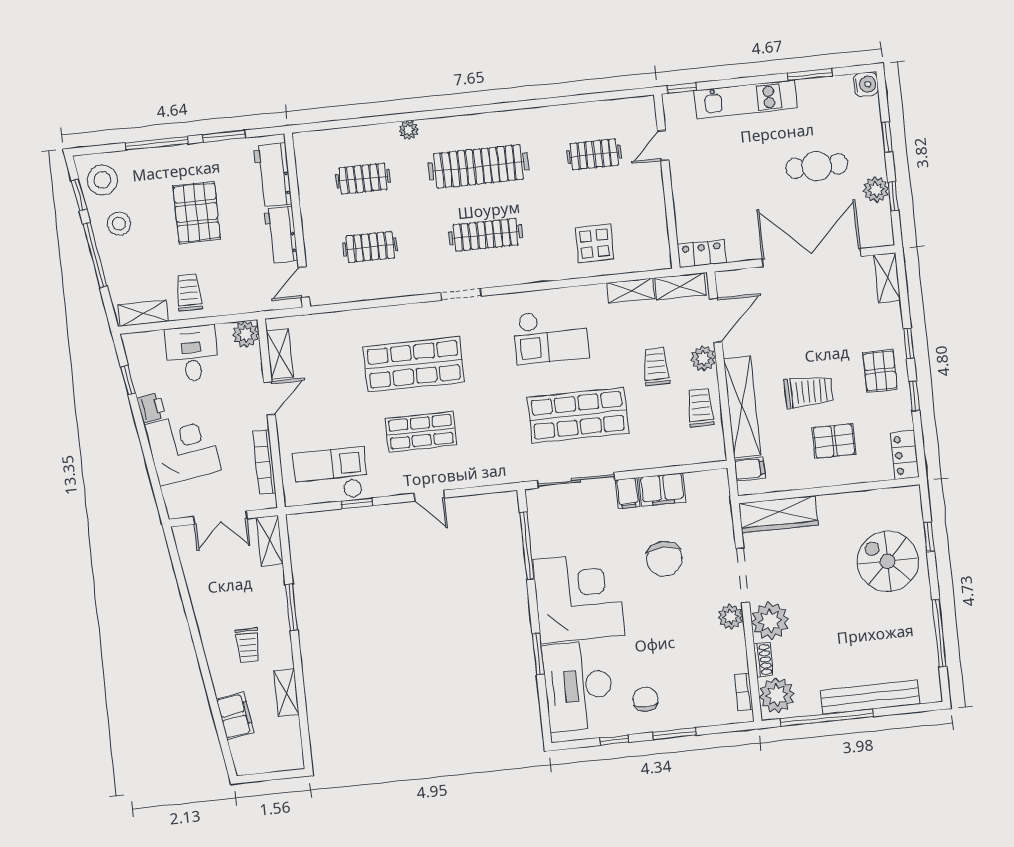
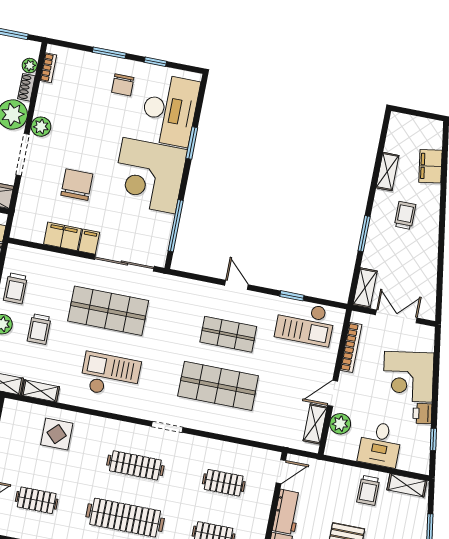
plant: (246, 334) -> (340, 424), moved
plant: (777, 695) -> (30, 66), width x0.53, depth x0.53

